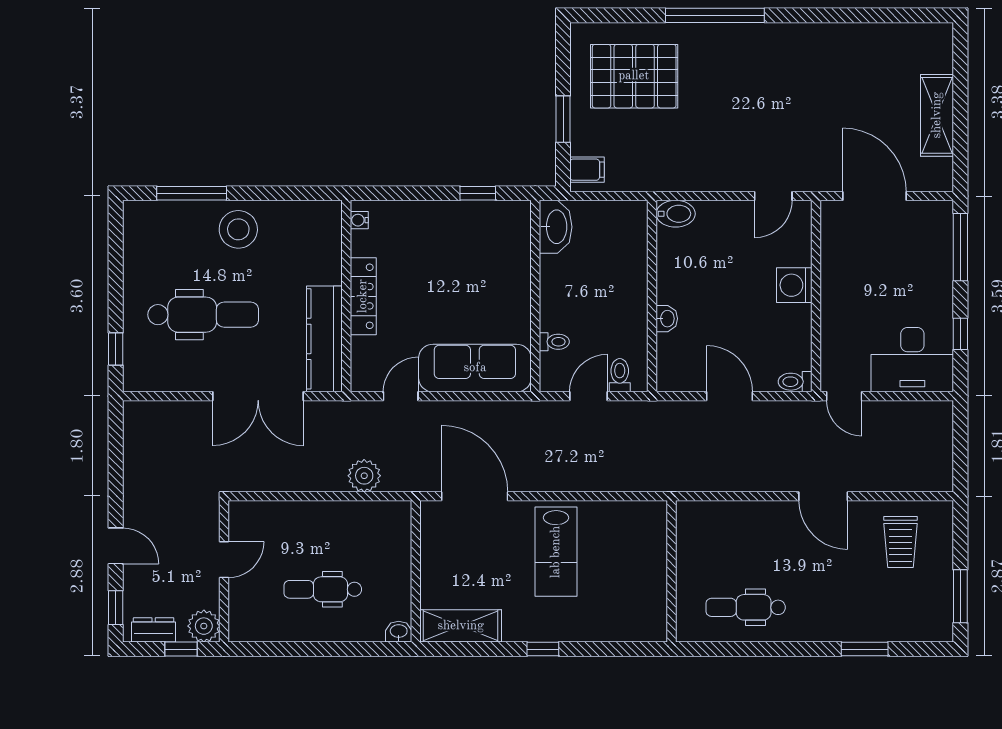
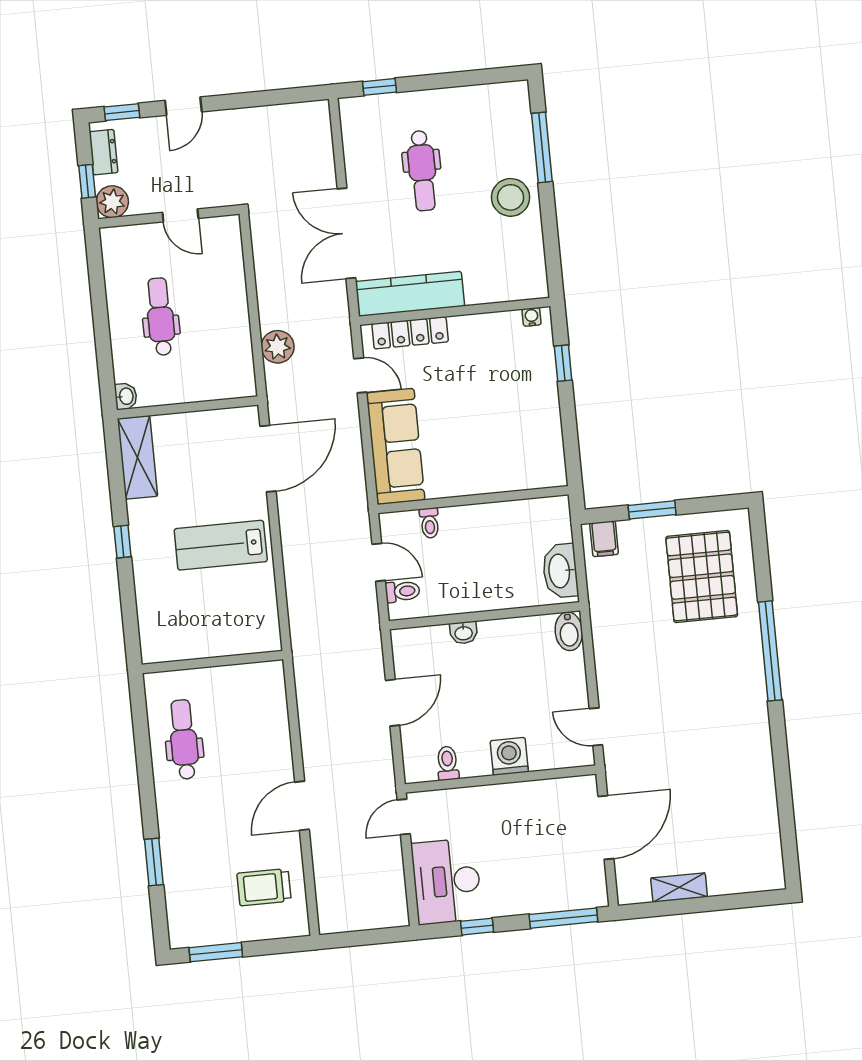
shelving: (937, 115) -> (679, 887), width x0.67, depth x0.75
window: (478, 193) -> (563, 363), moved
washbasin: (556, 227) -> (560, 571), moved, turned 90
locker: (363, 296) -> (410, 333), moved
dental chair: (203, 315) -> (422, 171), width x0.73, depth x0.72
toilet: (795, 382) -> (448, 763), moved

